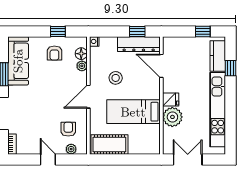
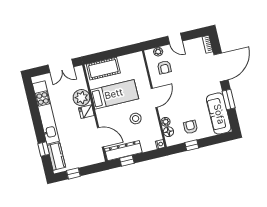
cot: (109, 145) -> (103, 69), moved

